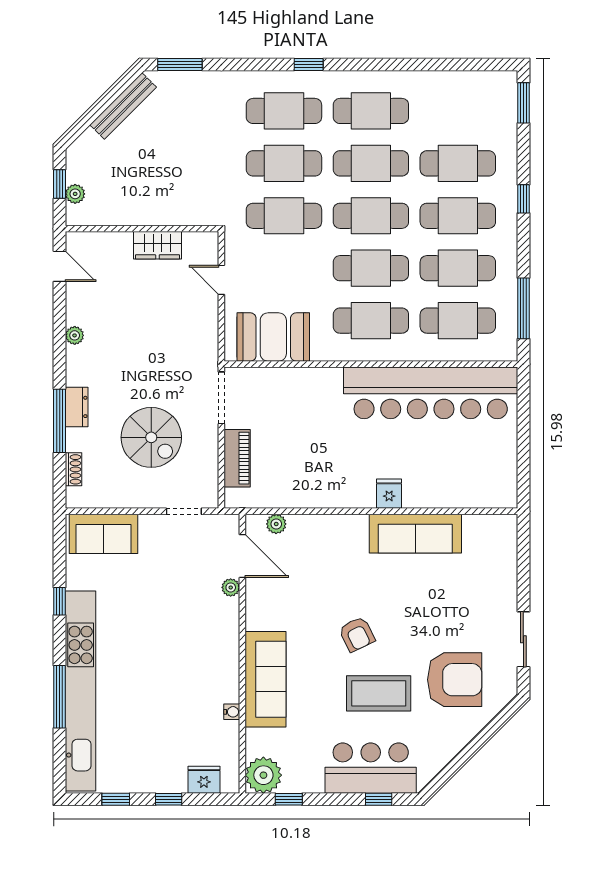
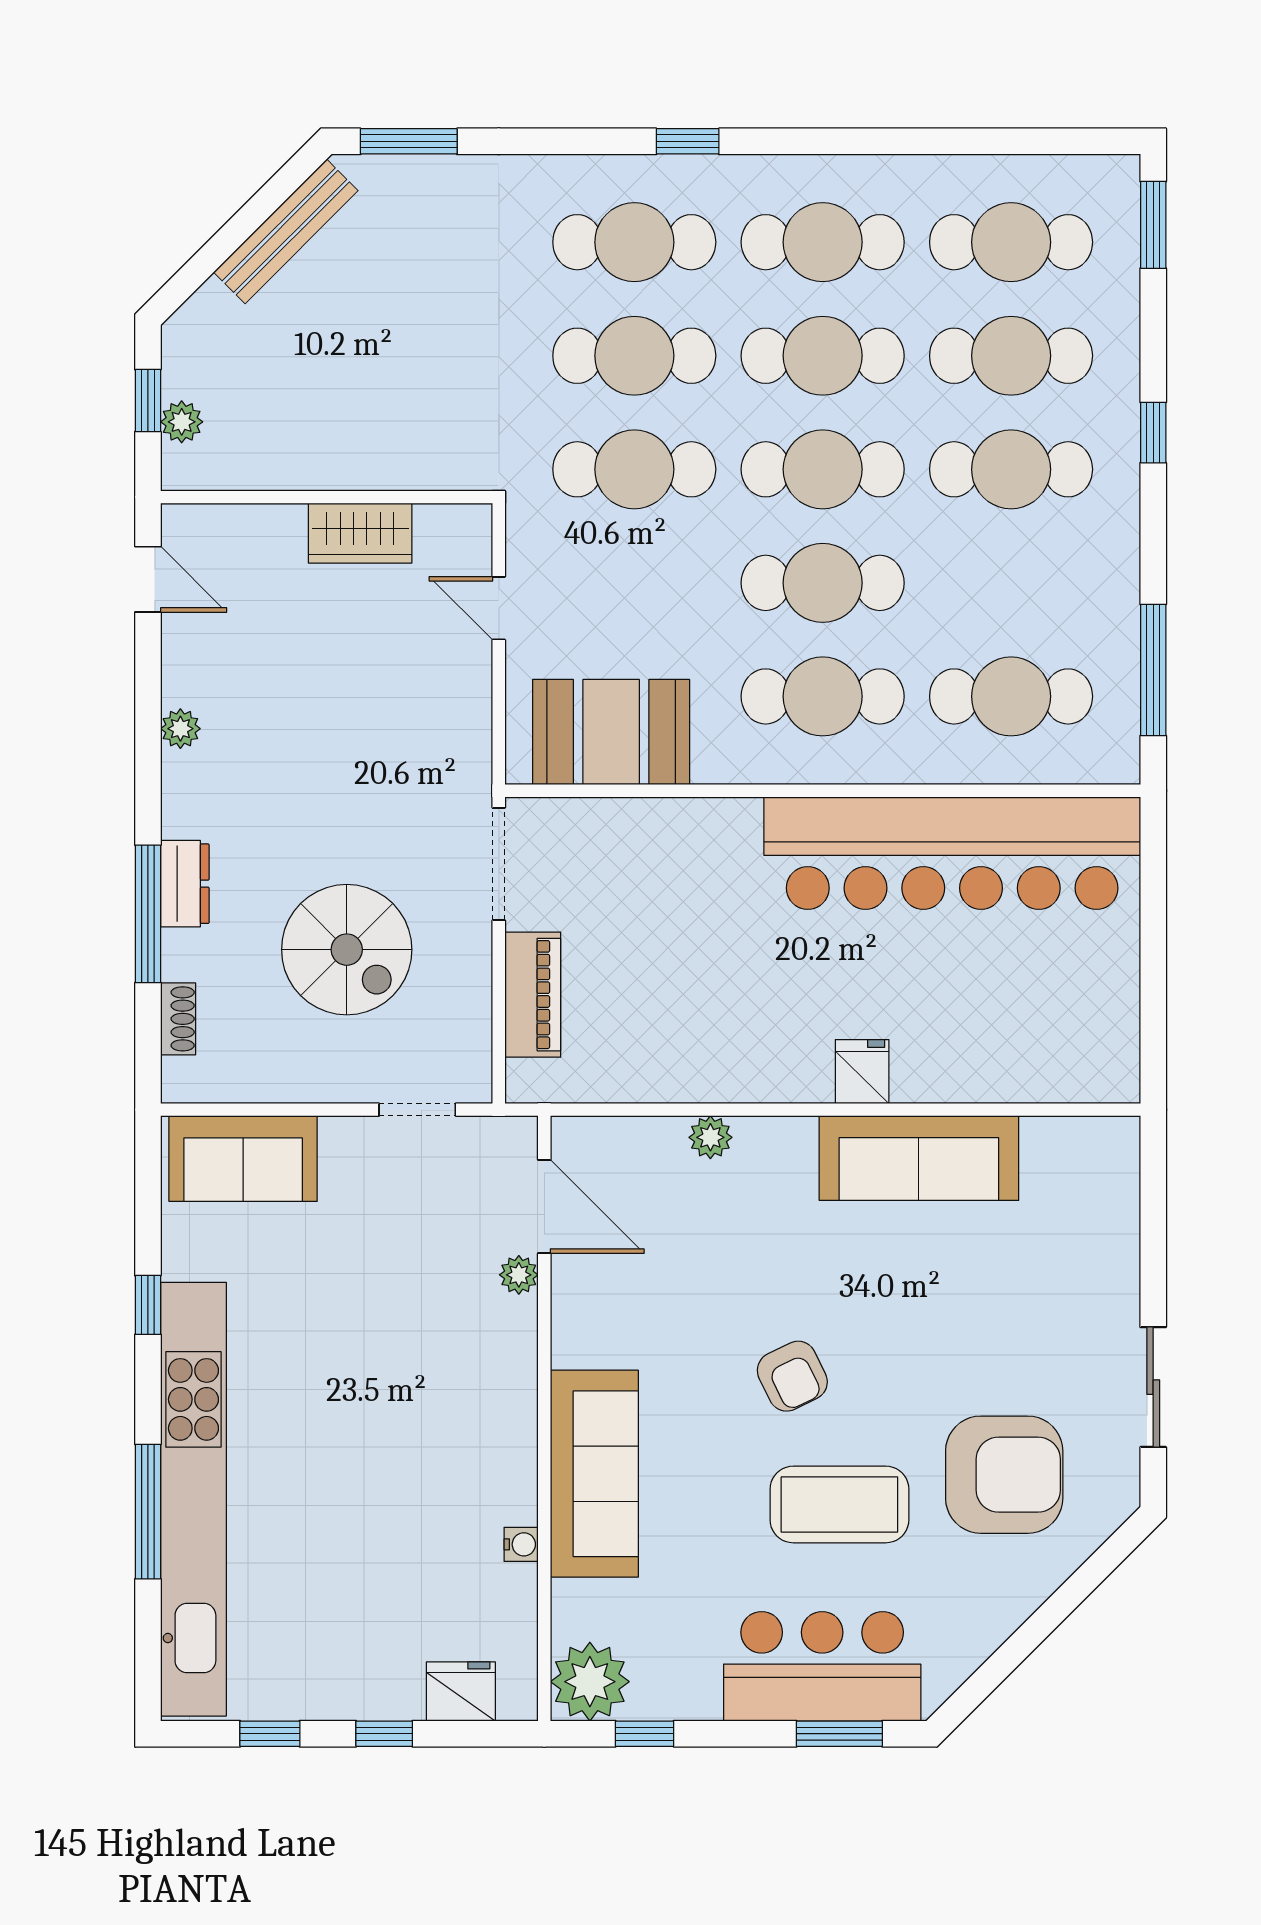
cafe table: (458, 268) -> (1011, 242), moved
plant: (276, 524) -> (710, 1137), moved
window: (379, 799) -> (839, 1734), width x1.50

